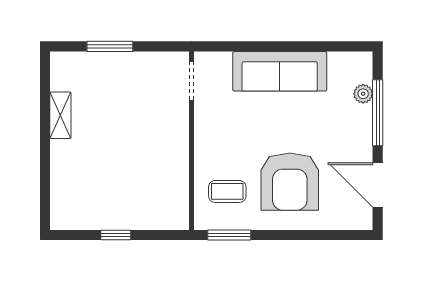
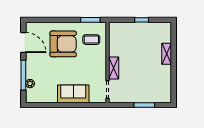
sofa: (280, 71) -> (73, 94), width x0.73
shelving: (60, 115) -> (167, 54), moved
shelving: (178, 128) -> (114, 68), added
armchair: (290, 182) -> (63, 44), turned 90

